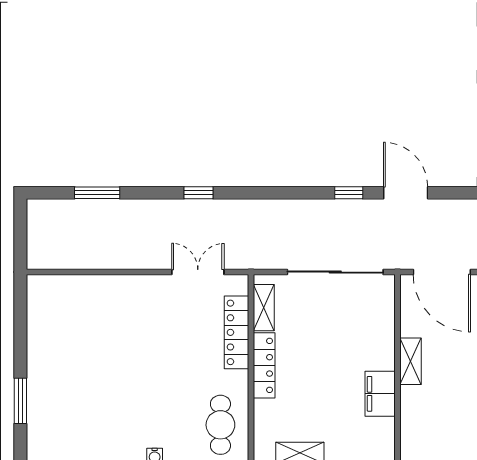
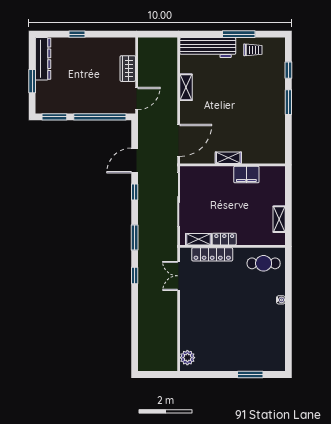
window: (97, 193) -> (135, 237), moved
plant: (51, 288) -> (187, 358), added
locker: (264, 365) -> (224, 239), width x0.66

